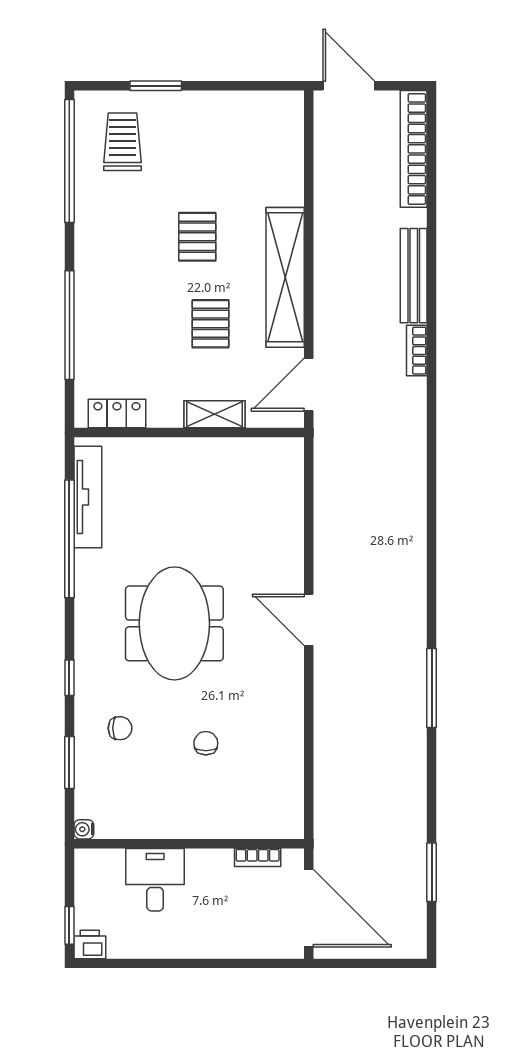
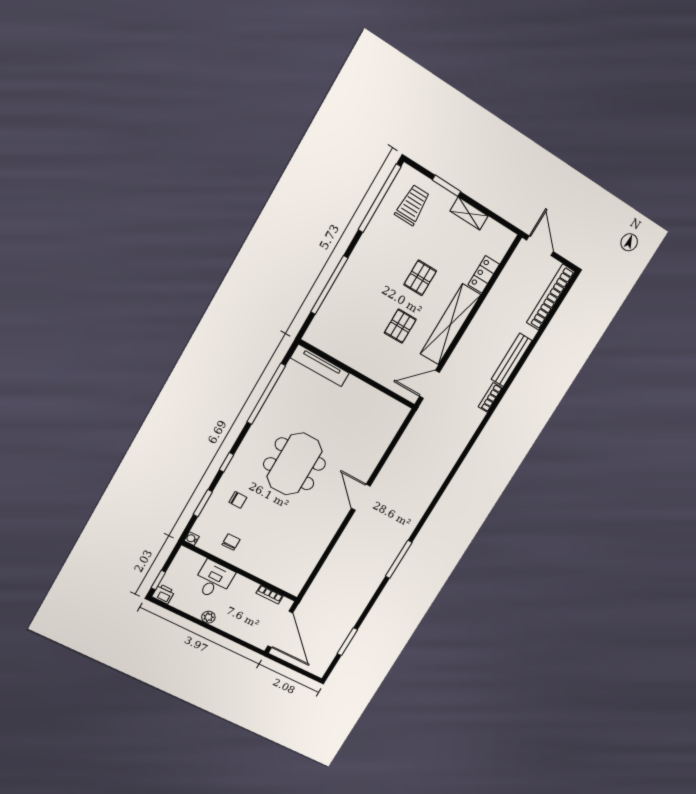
locker: (117, 413) -> (484, 274), moved, turned -90
shelving: (215, 414) -> (469, 213), moved
tv unit: (88, 497) -> (320, 365), moved, turned 90
chair: (206, 743) -> (231, 542), moved
plant: (182, 947) -> (208, 617), added

